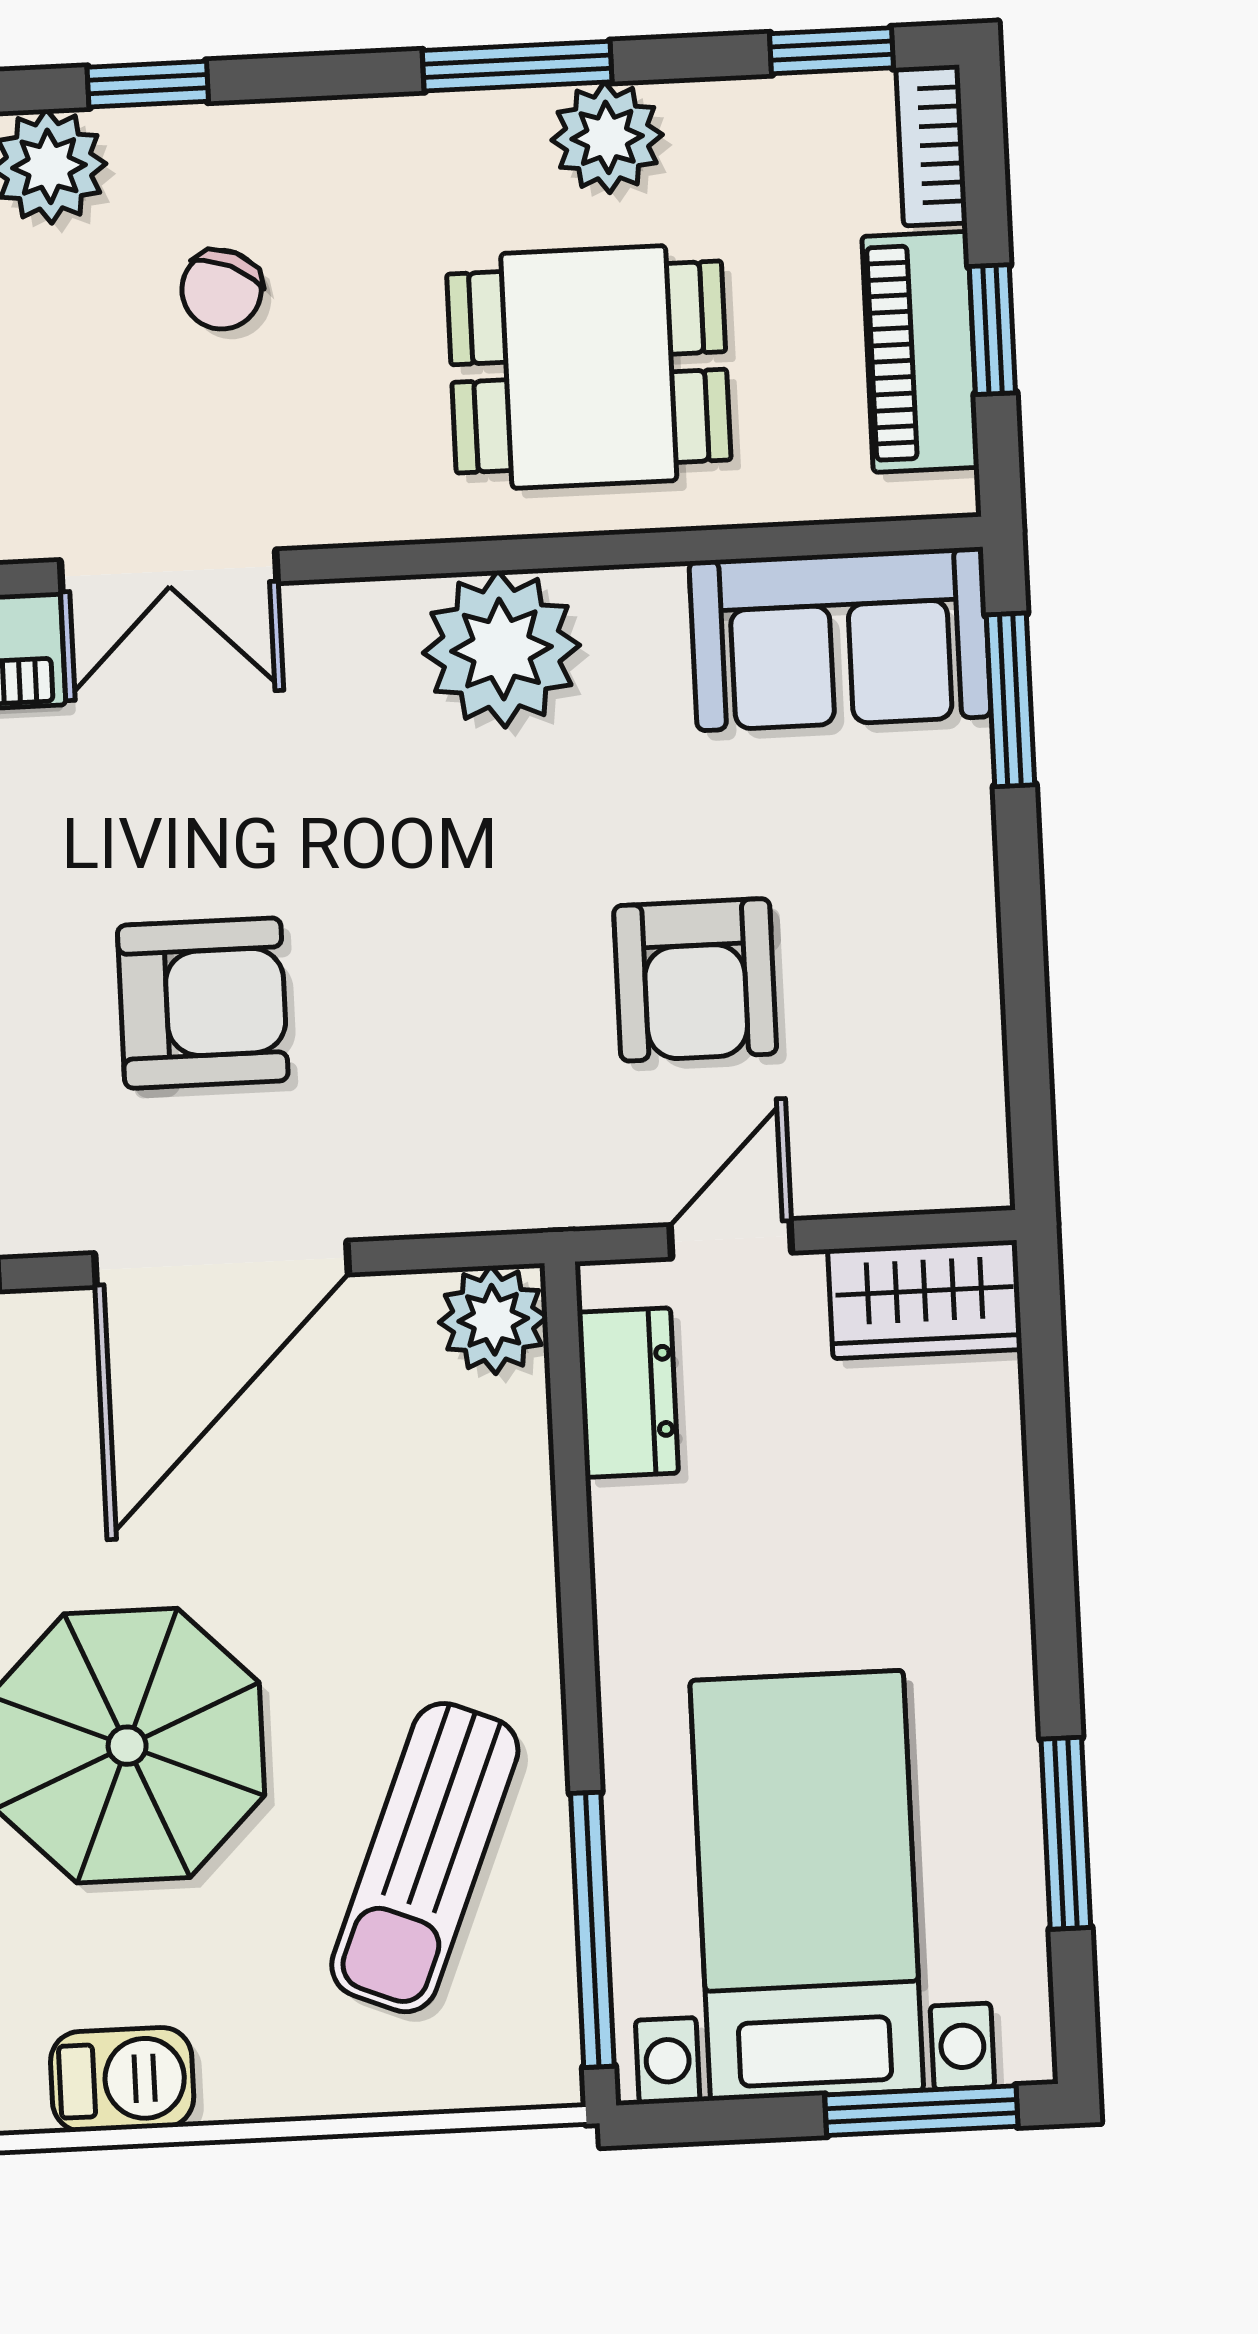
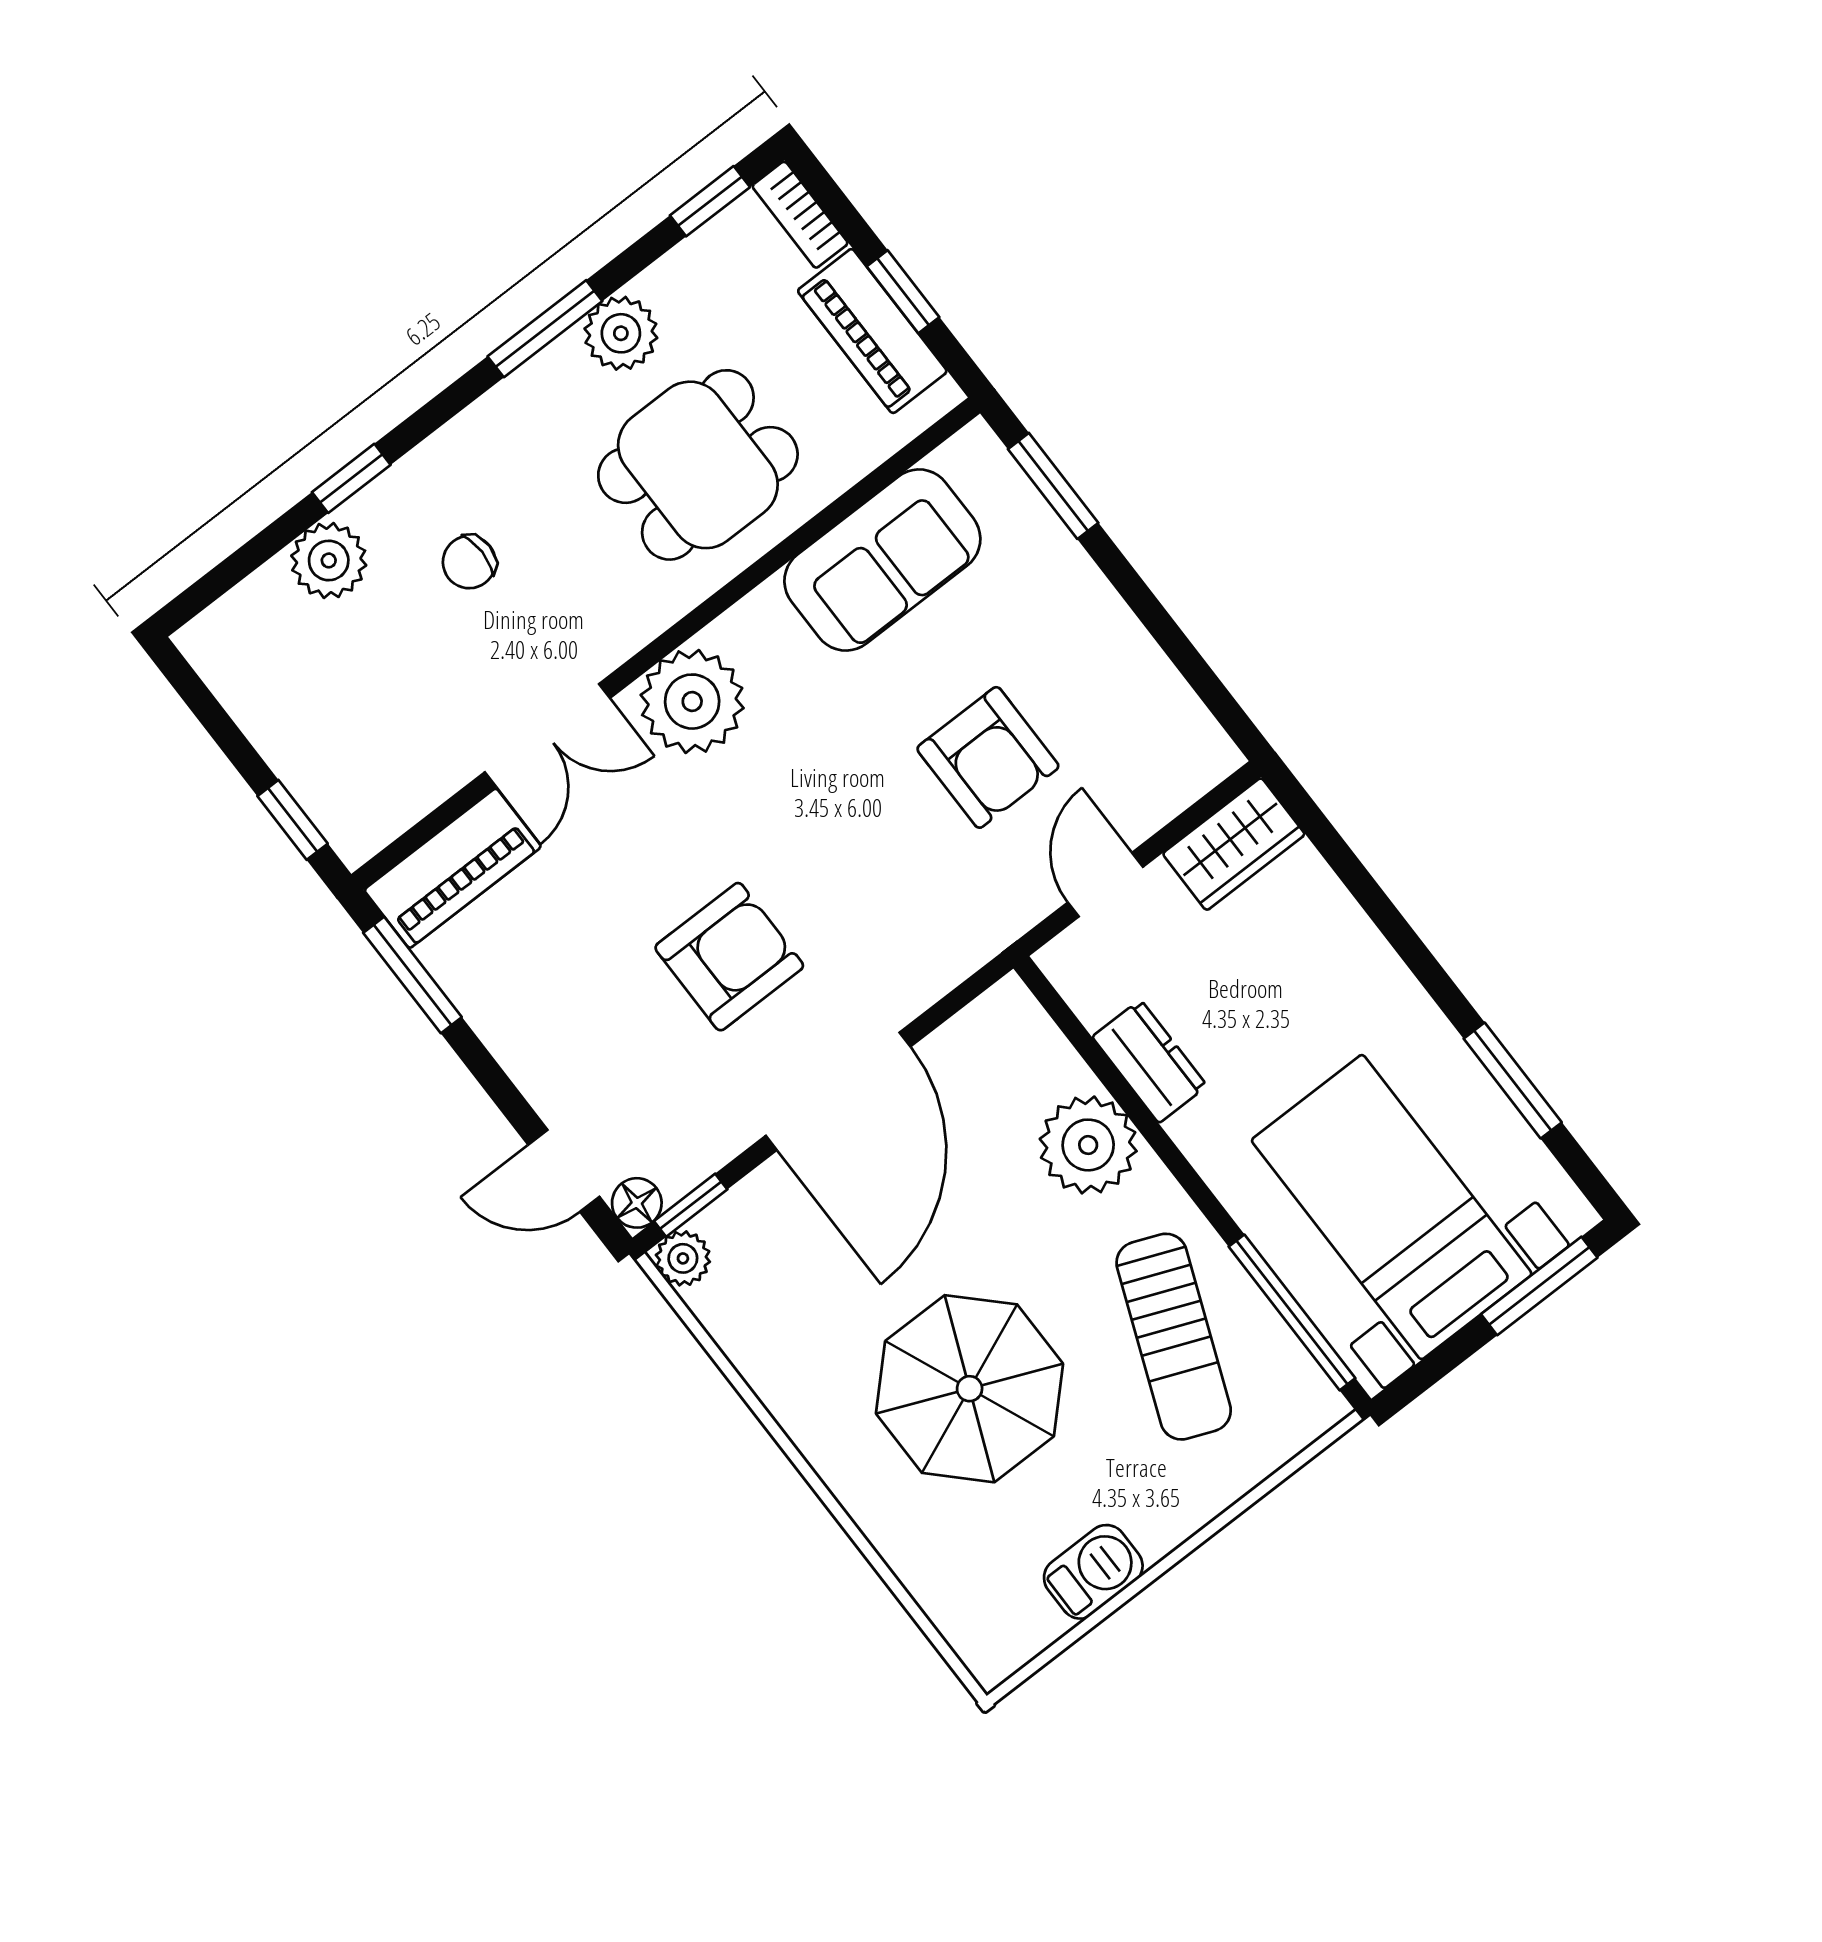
chair: (222, 290) -> (469, 562), turned 66
sofa: (840, 639) -> (882, 560), moved
plant: (501, 649) -> (692, 702), moved
plant: (493, 1320) -> (1088, 1145), moved, width x1.36, depth x1.36
dresser: (628, 1393) -> (1150, 1061), moved

